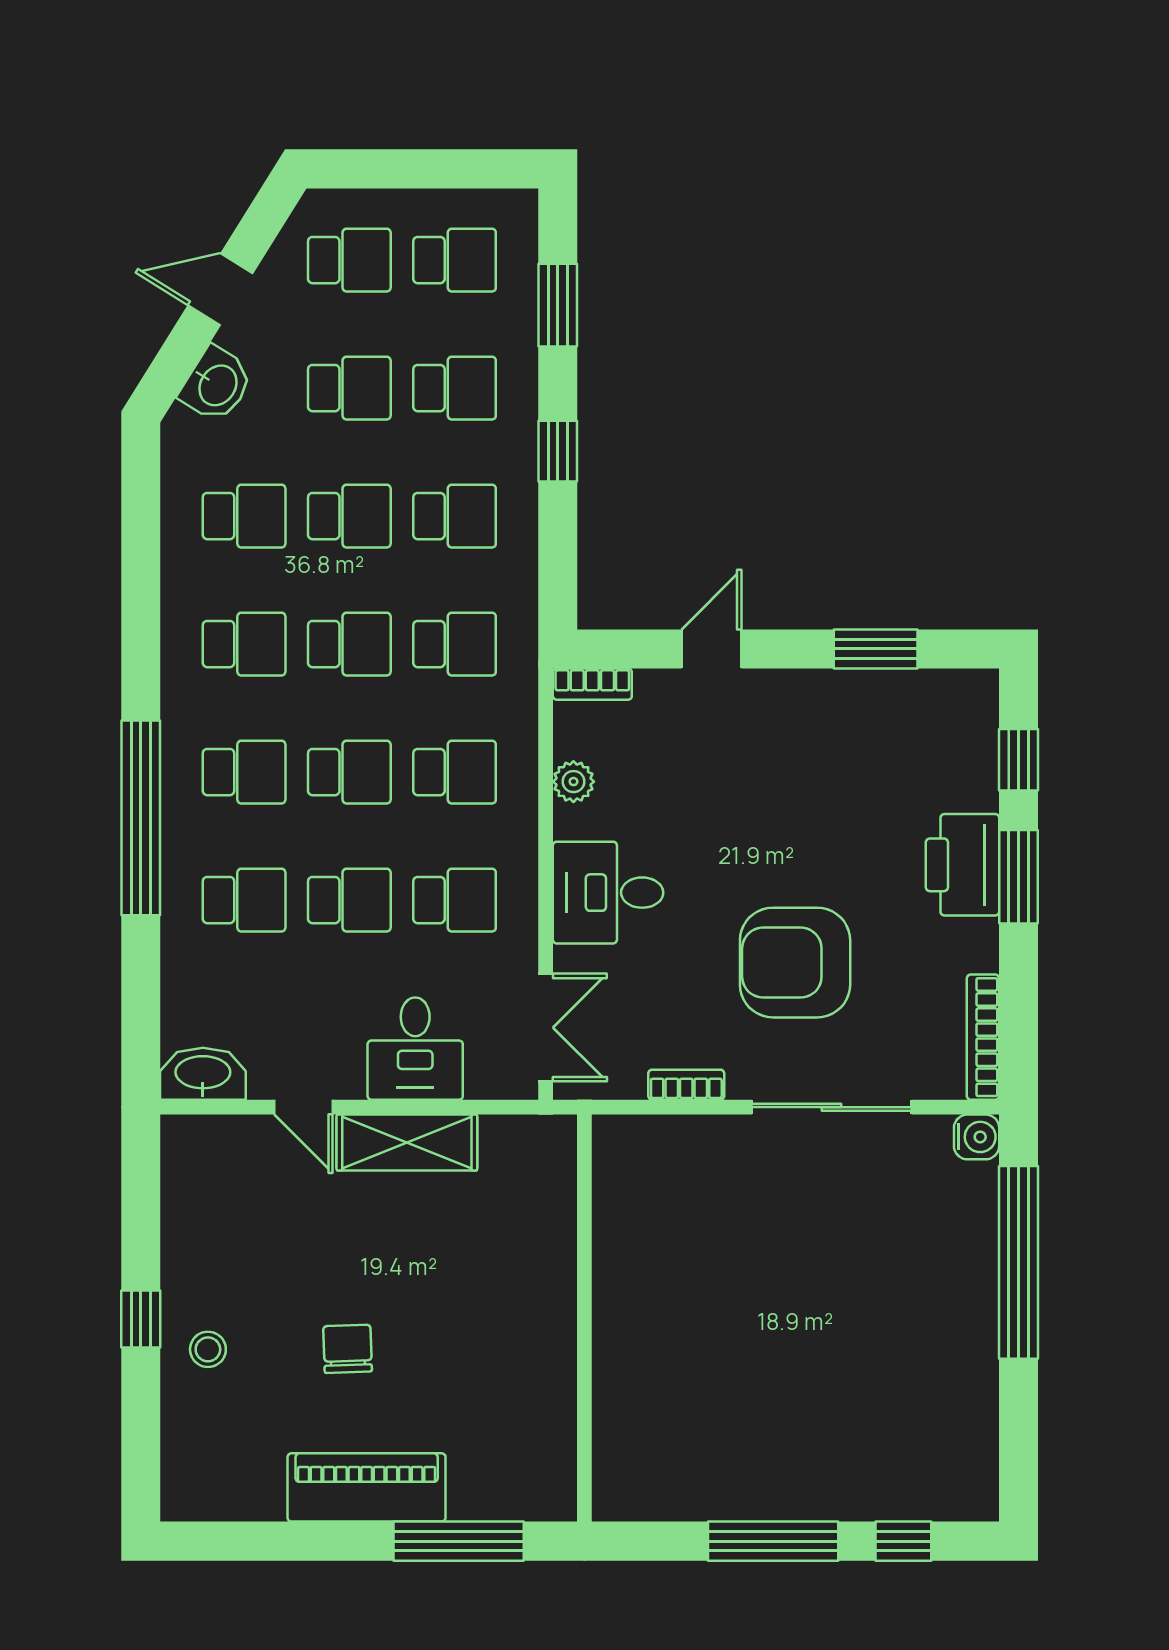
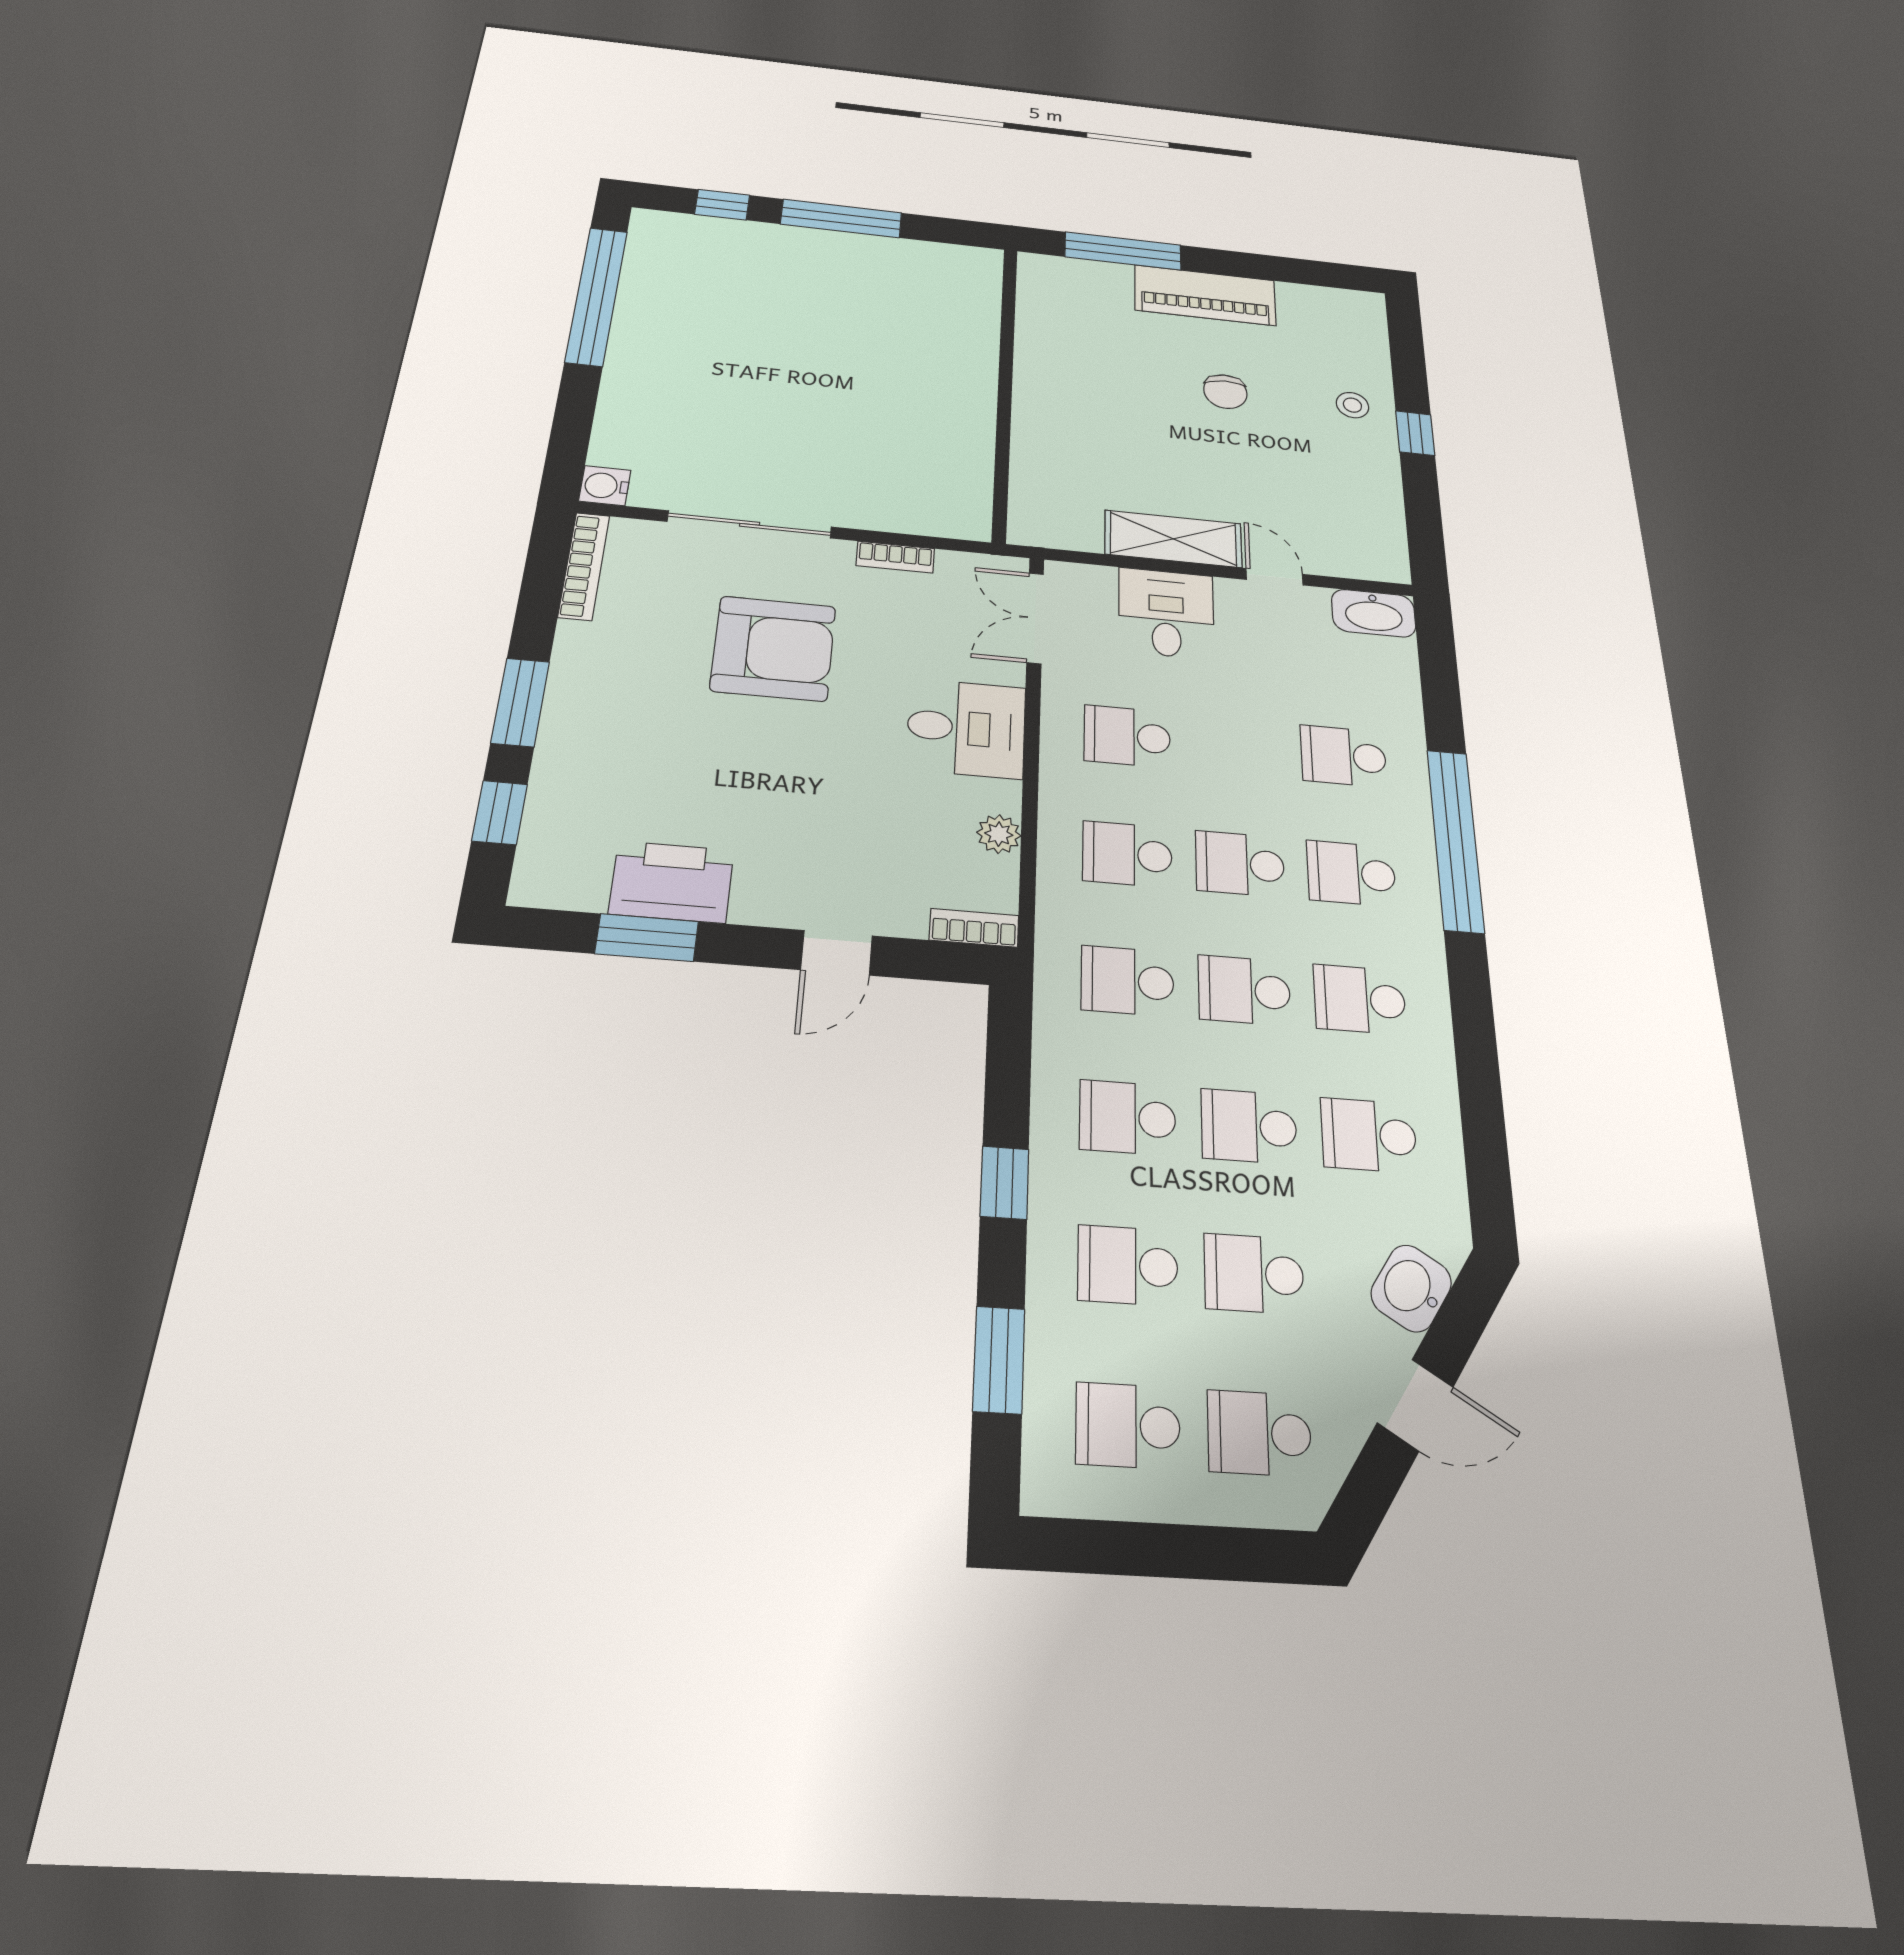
printer: (962, 865) -> (672, 882), moved, turned -90
school desk: (349, 900) -> (1236, 746), removed
window: (1018, 1262) -> (596, 296), moved

